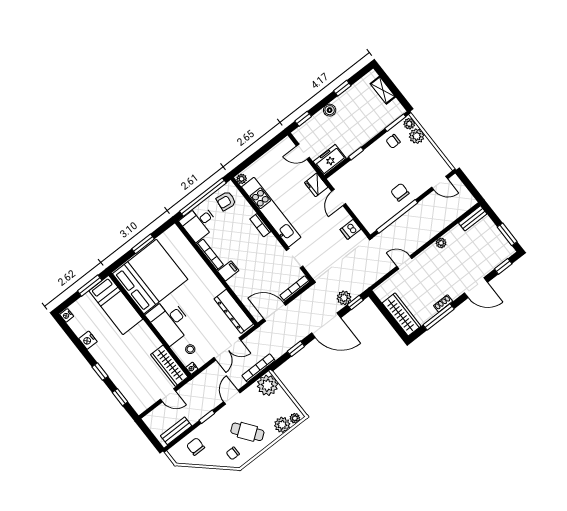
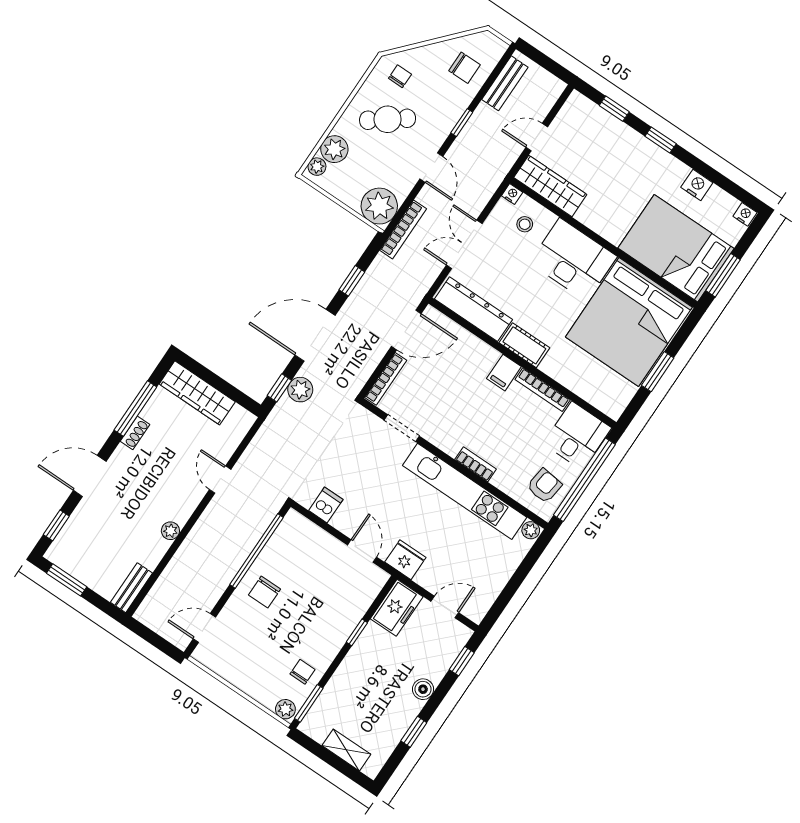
plant: (417, 136) -> (267, 693), removed
chair: (400, 192) -> (265, 592), turned 90
door: (404, 262) -> (220, 480), swing flipped
cot: (212, 282) -> (524, 345), added
bed: (116, 305) -> (676, 248), width x1.50

